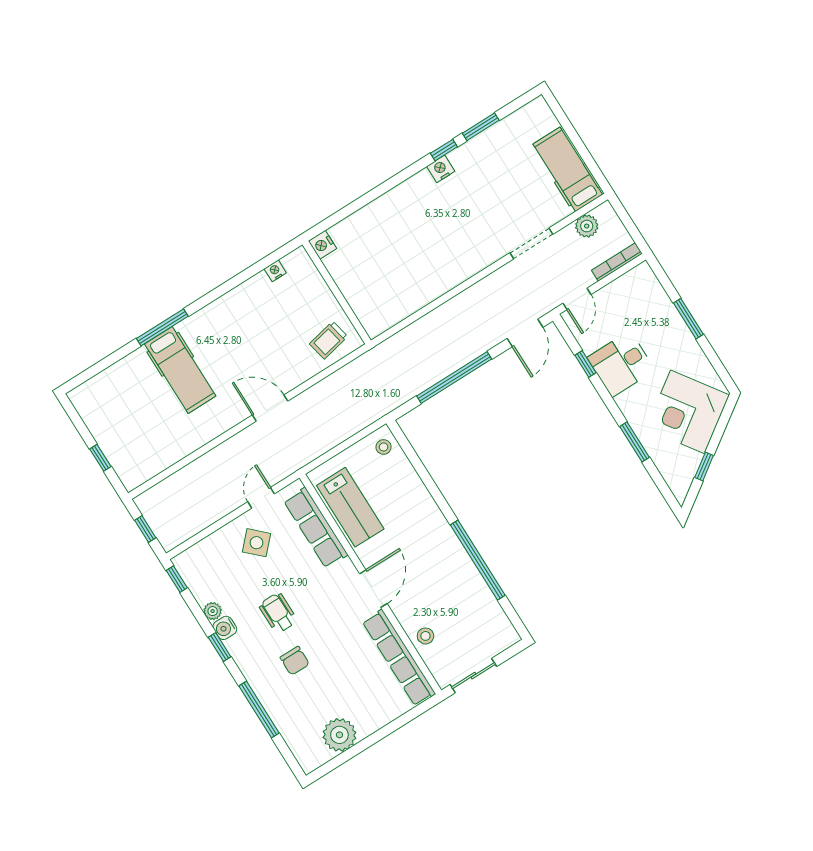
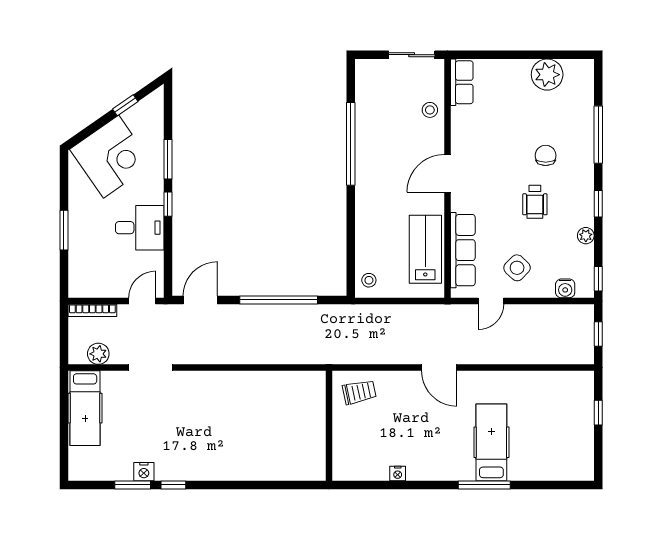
nightstand: (441, 169) -> (144, 472), moved
nightstand: (322, 245) -> (316, 471), removed
nightstand: (275, 271) -> (398, 473), moved
window: (585, 364) -> (168, 204), moved
water cooler: (225, 628) -> (565, 288), moved, turned 90
row of seats: (399, 658) -> (462, 82), width x0.50

